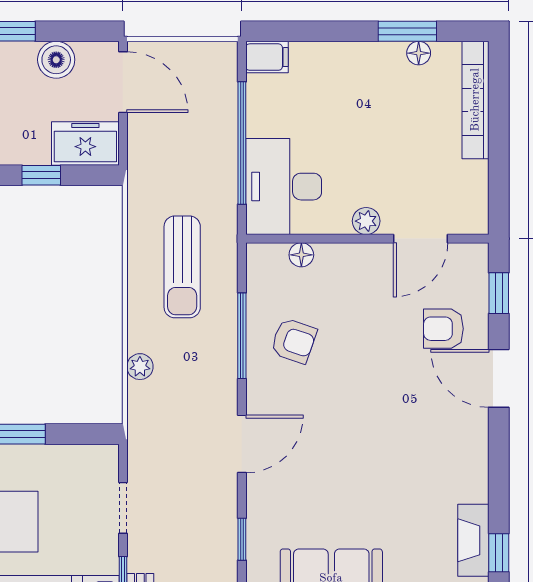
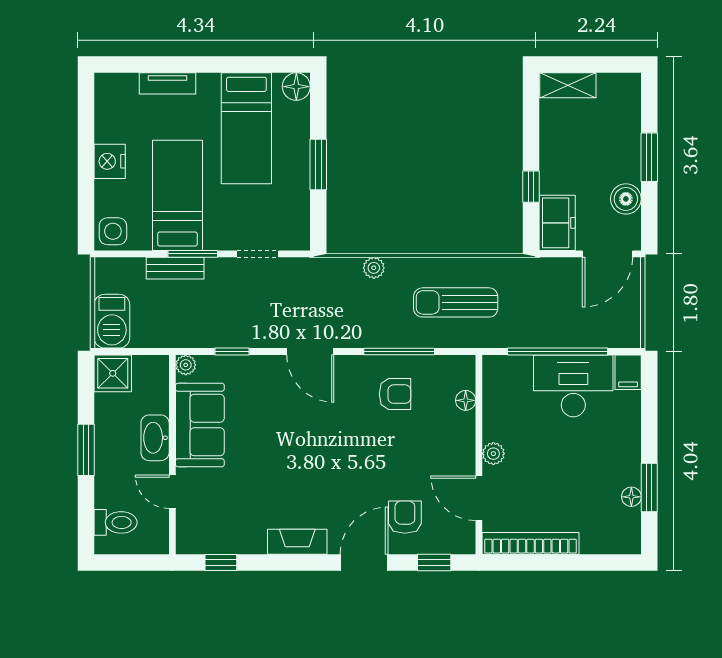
bookcase: (475, 100) -> (530, 543), moved
desk: (284, 187) -> (573, 386), moved
armchair: (294, 341) -> (395, 394), turned -109
fireplace: (473, 540) -> (297, 542), moved

